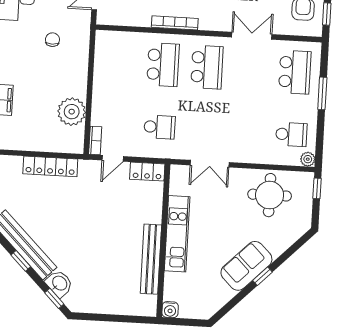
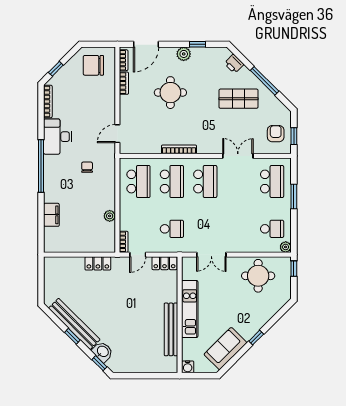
school desk: (119, 62) -> (138, 181), added
plant: (72, 112) -> (110, 216), width x0.53, depth x0.53
locker: (50, 166) -> (98, 263), width x0.66
sofa: (246, 266) -> (225, 349), moved

